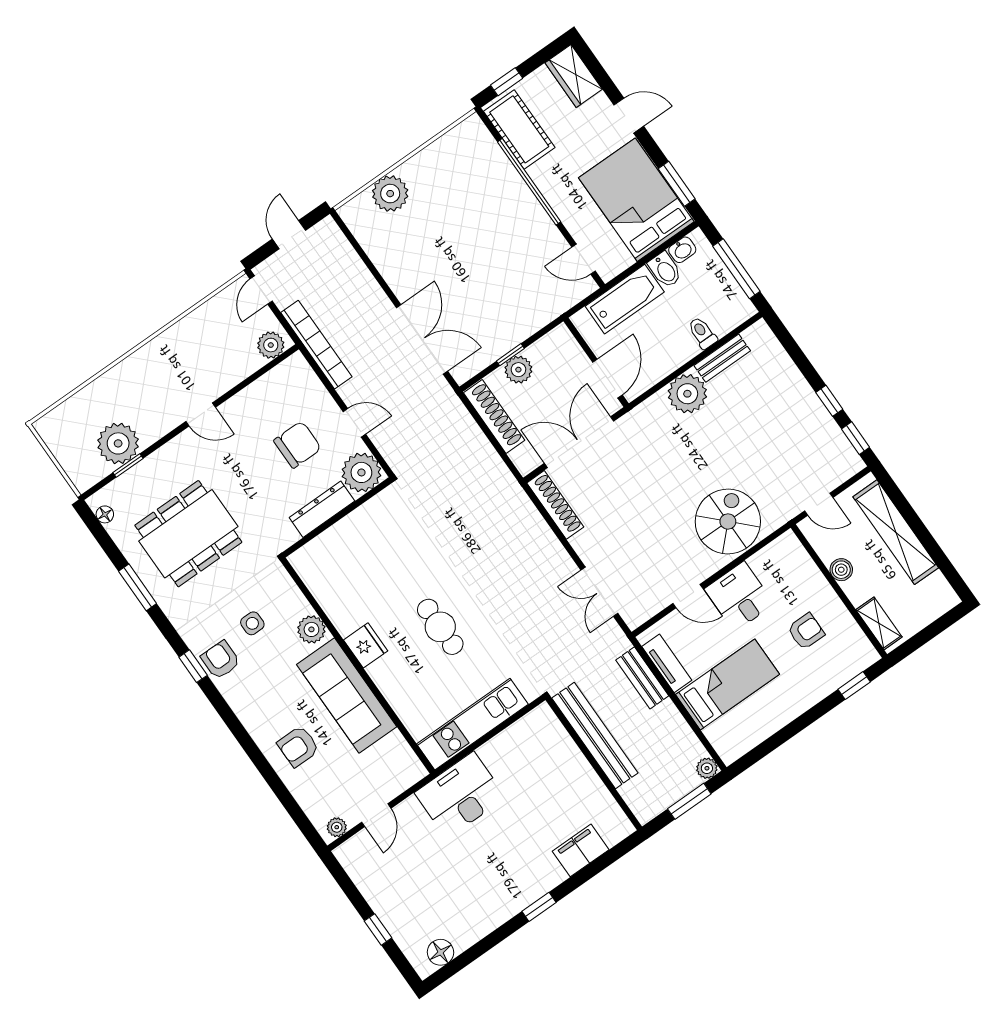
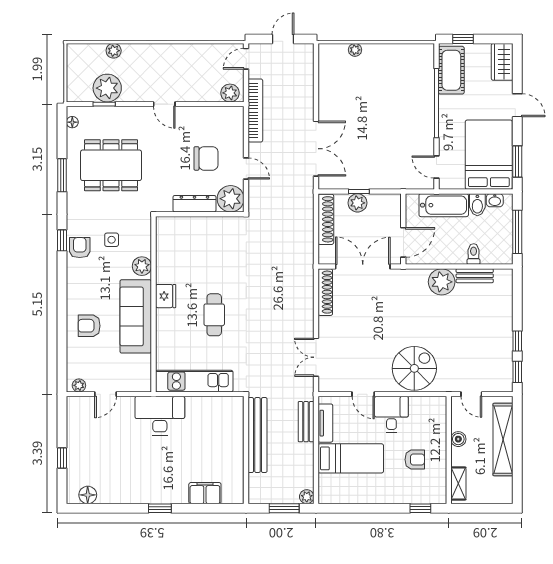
plant: (390, 194) -> (355, 50), width x0.53, depth x0.53
plant: (94, 393) -> (114, 51), added

